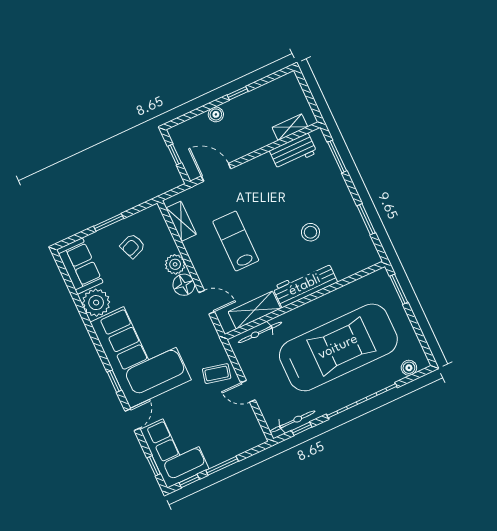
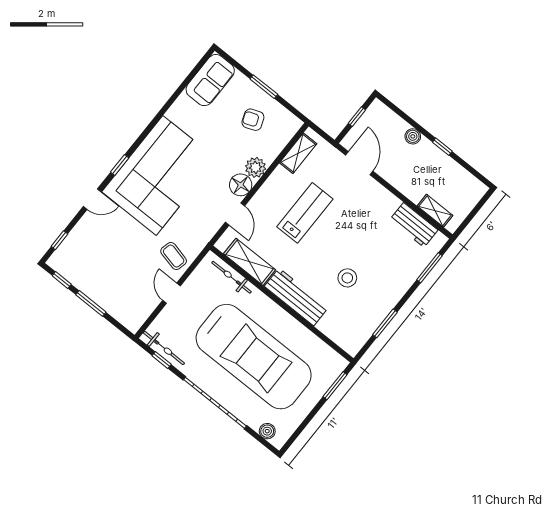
plant: (96, 303) -> (184, 112), removed
corner sofa: (174, 449) -> (84, 252), removed

